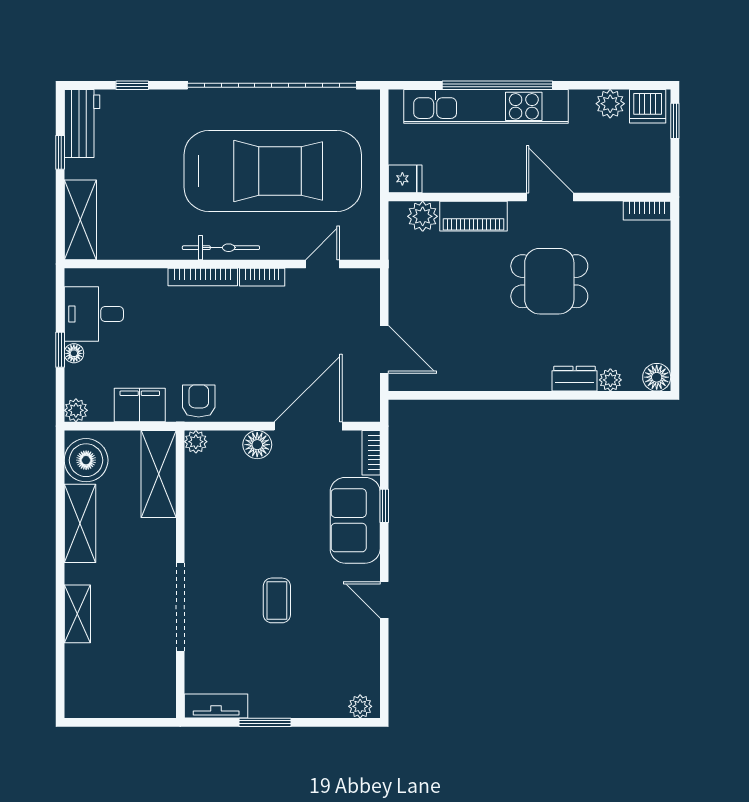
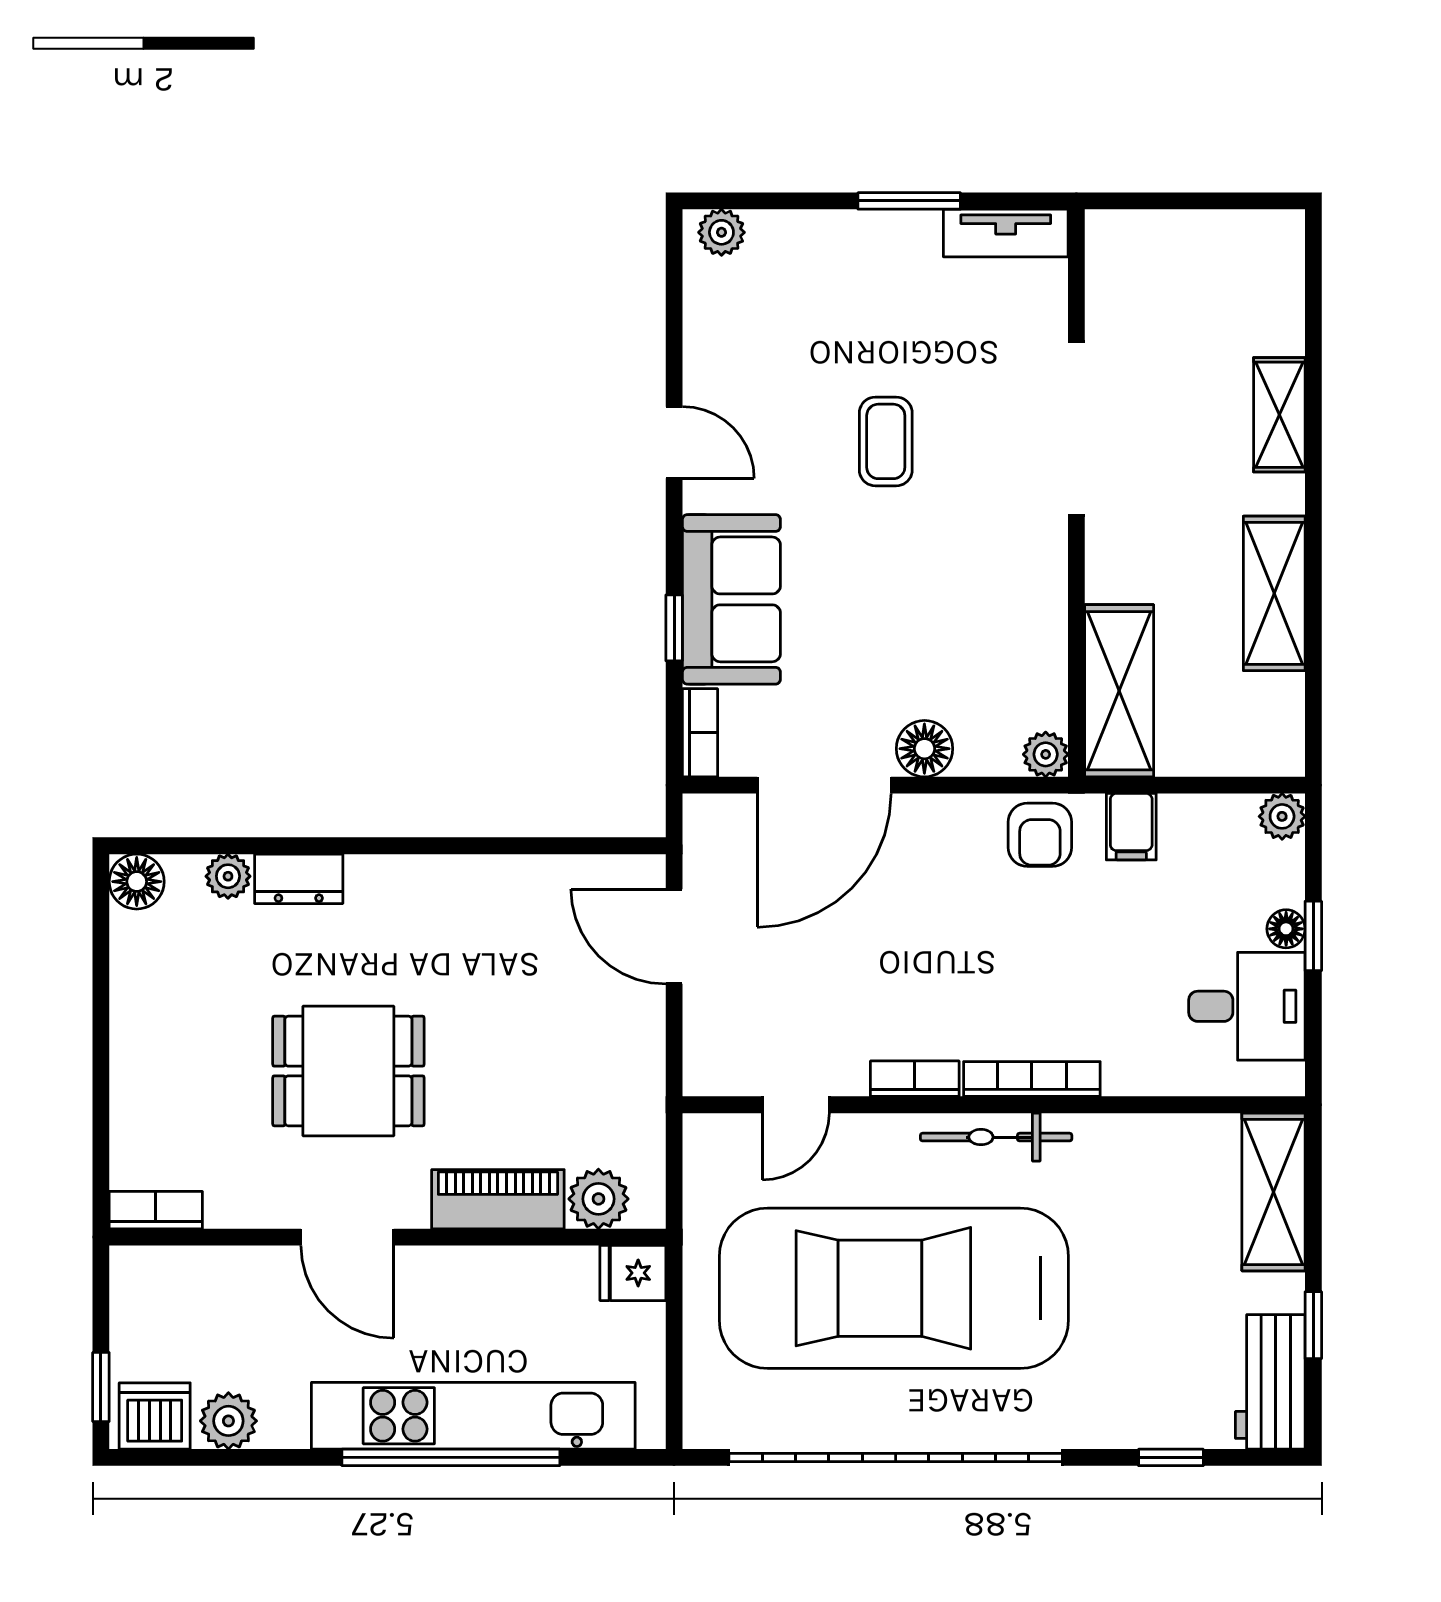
filing cabinet: (140, 405) -> (1131, 827), width x0.50
boiler: (86, 460) -> (1262, 718), removed

